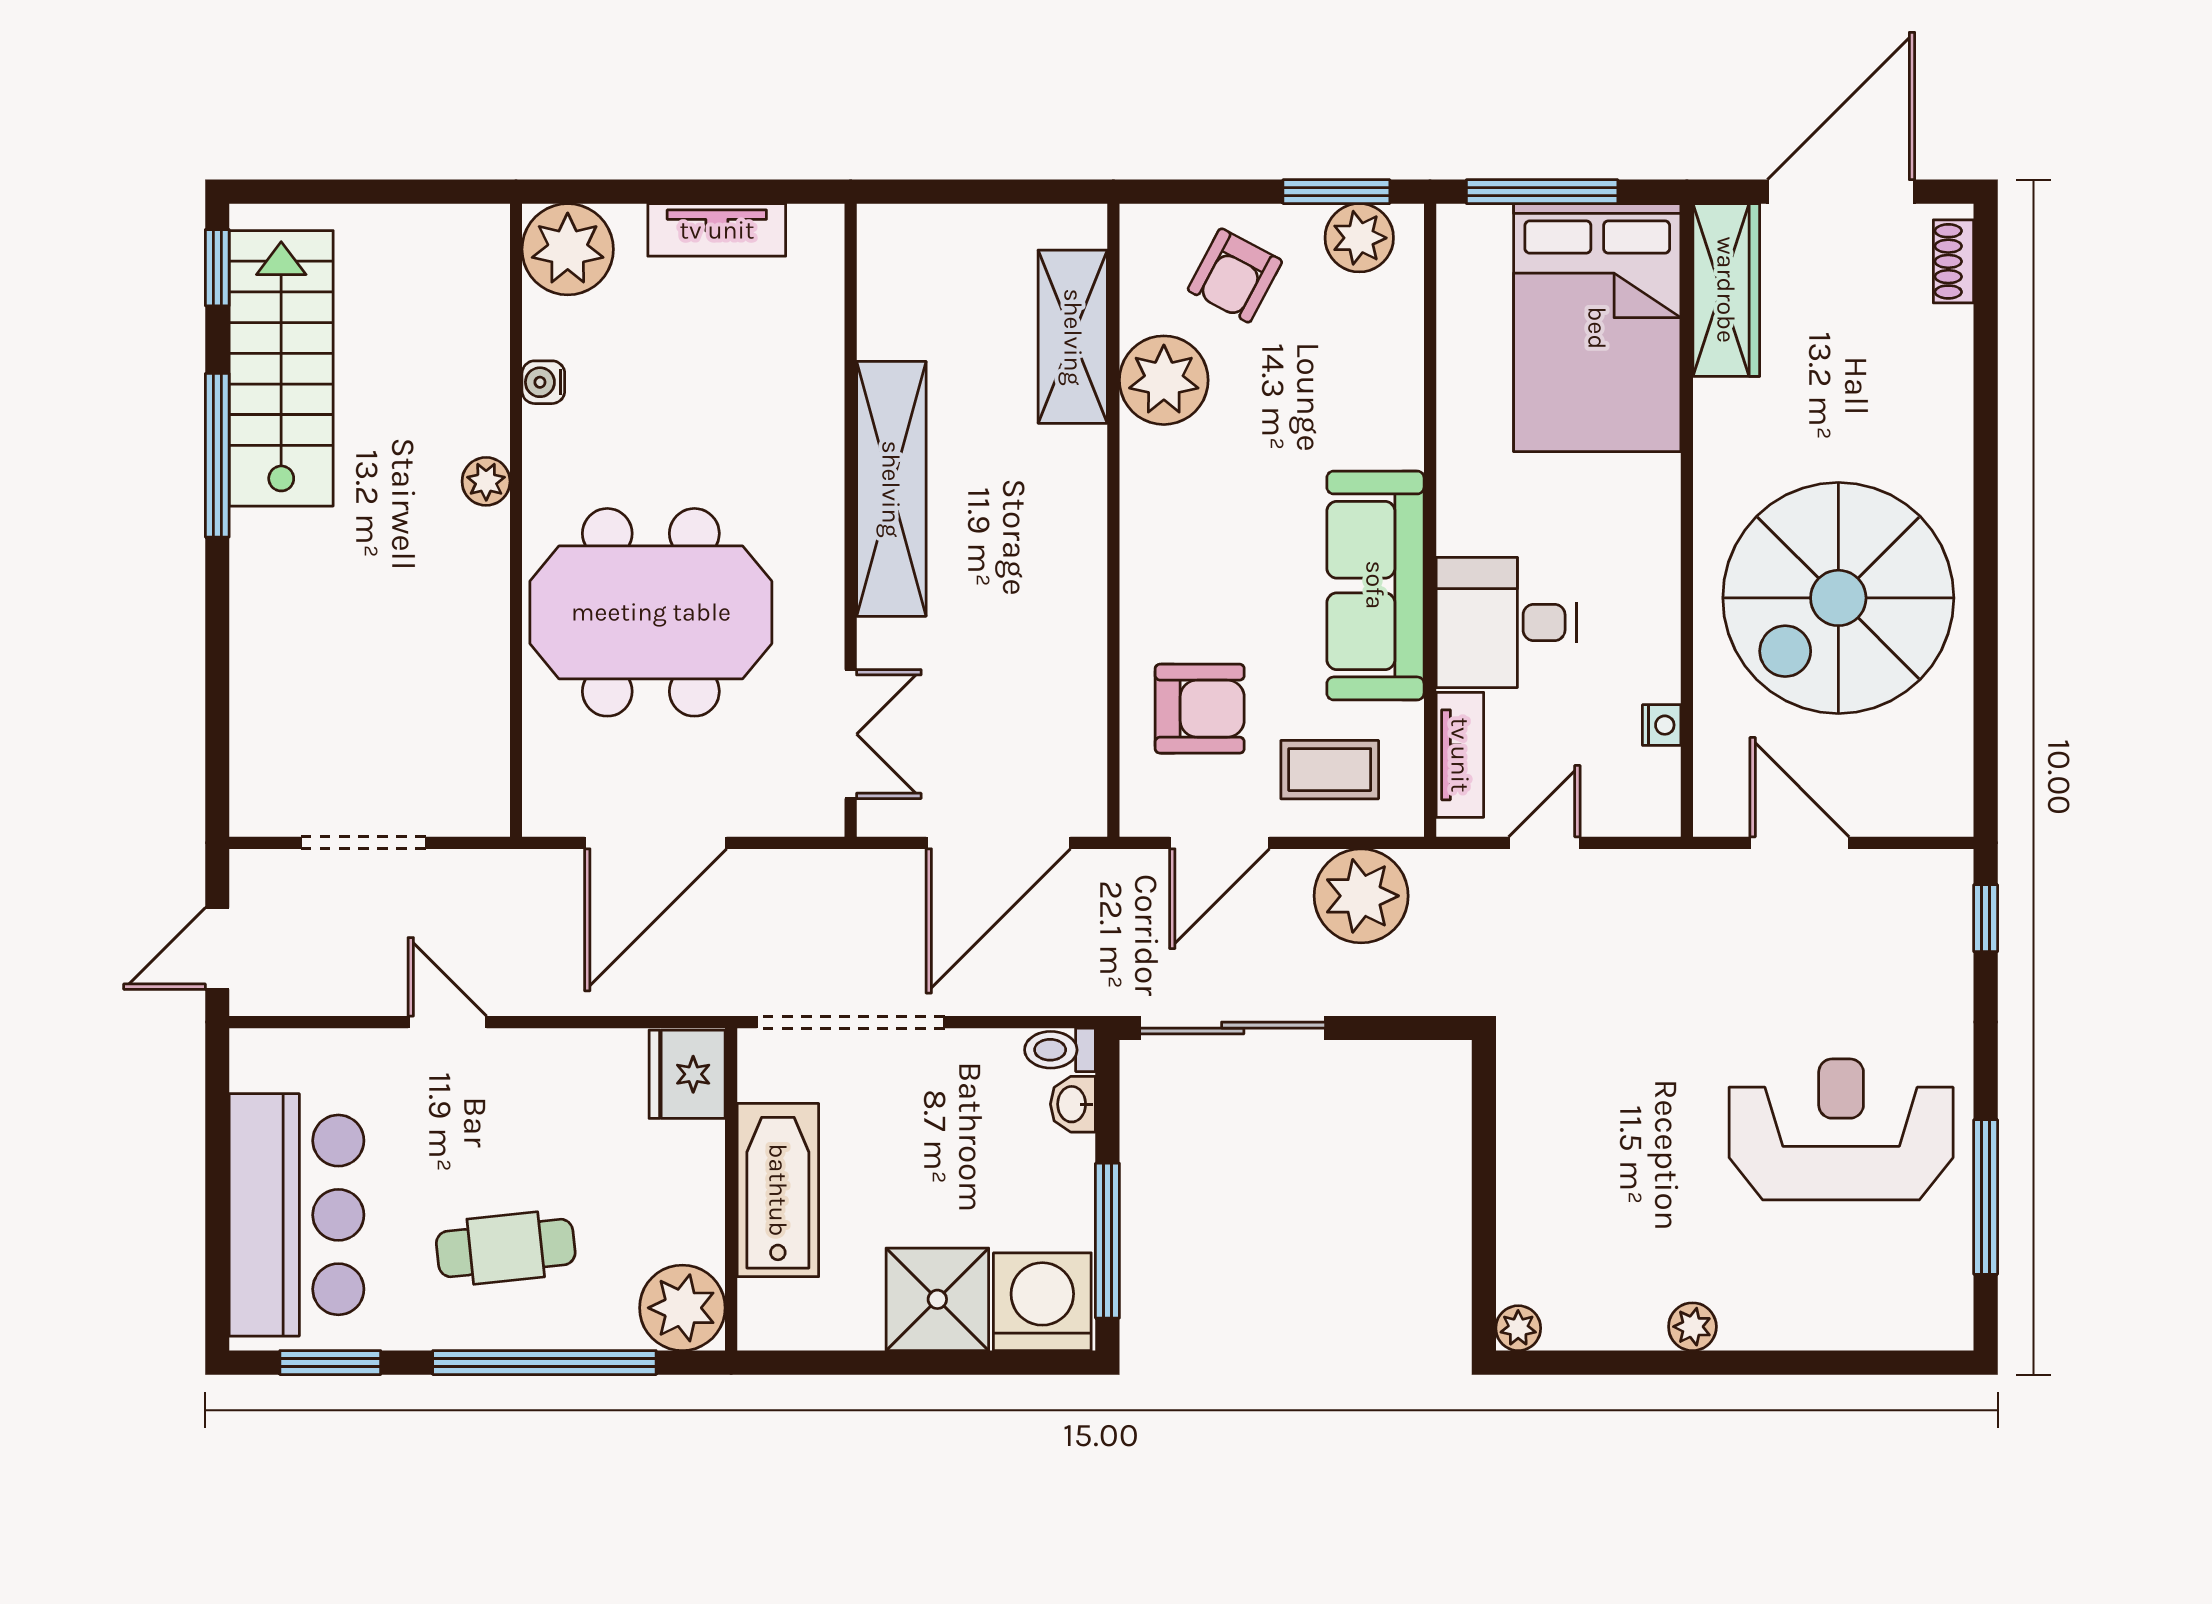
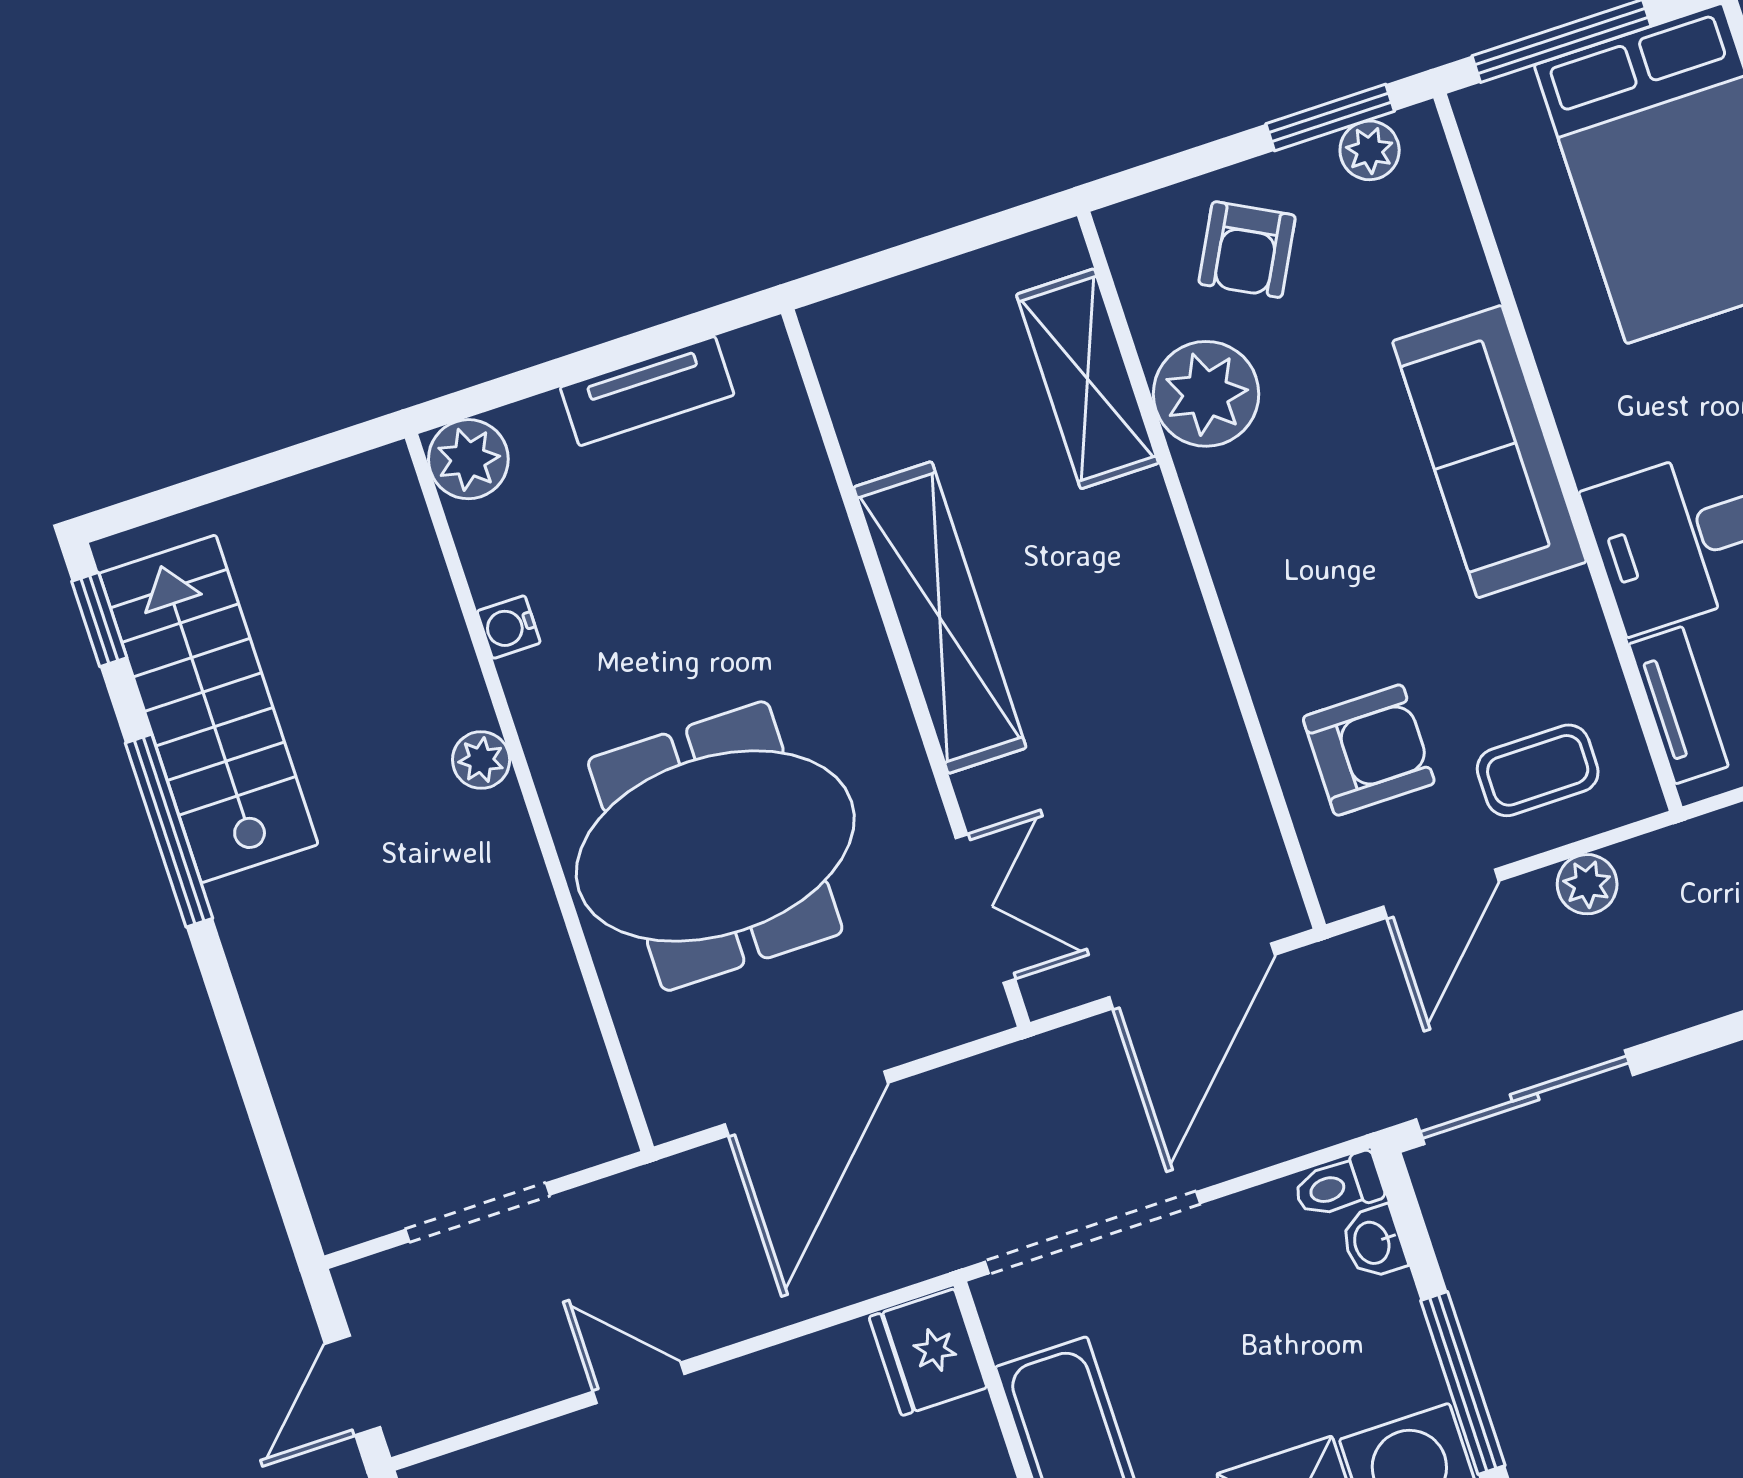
plant: (1359, 238) -> (1370, 150), width x0.73, depth x0.73
plant: (568, 249) -> (468, 459), width x0.73, depth x0.73
sofa: (1375, 585) -> (1489, 452), moved
plant: (1361, 896) -> (1587, 884), width x0.53, depth x0.53

